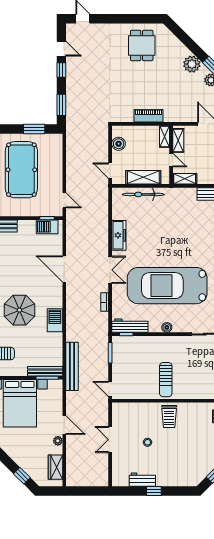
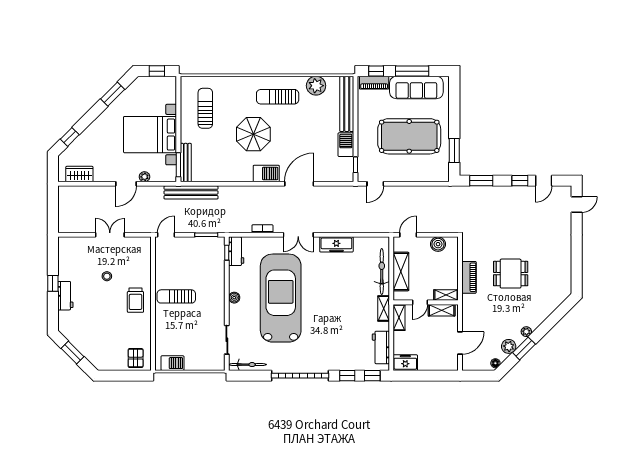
dining table: (142, 45) -> (511, 274), moved
plant: (192, 64) -> (526, 332), width x0.53, depth x0.53
shelving: (177, 193) -> (384, 308), added
barbecue: (47, 227) -> (346, 145), moved
barbecue: (55, 320) -> (266, 173), moved
workbench: (130, 326) -> (236, 251), width x0.73
trolley: (169, 416) -> (135, 300), turned -90
plant: (58, 441) -> (144, 177), moved
workbench: (142, 480) -> (65, 296), moved

